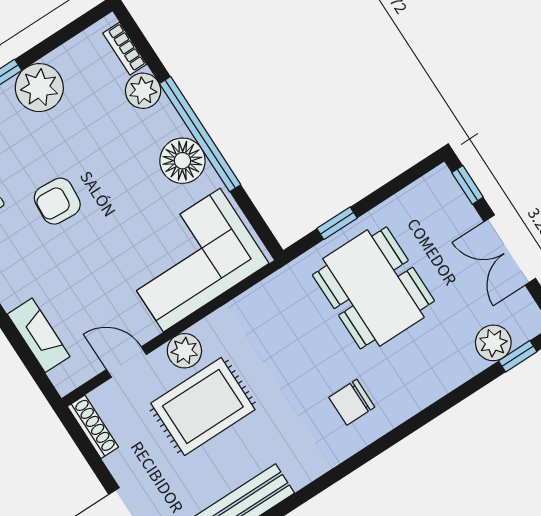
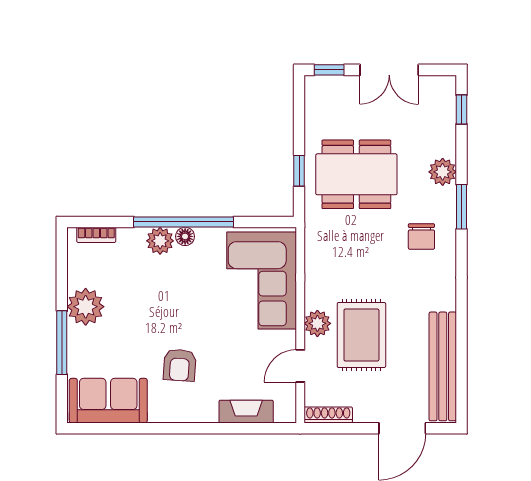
plant: (143, 91) -> (160, 241), moved
floor lamp: (182, 161) -> (185, 236), width x0.53, depth x0.53
armchair: (57, 201) -> (180, 365), moved
plant: (493, 343) -> (443, 172), moved
window: (412, 425) -> (461, 207), added

